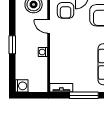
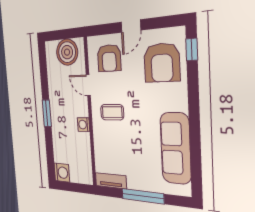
coffee table: (65, 44) -> (112, 112), added

